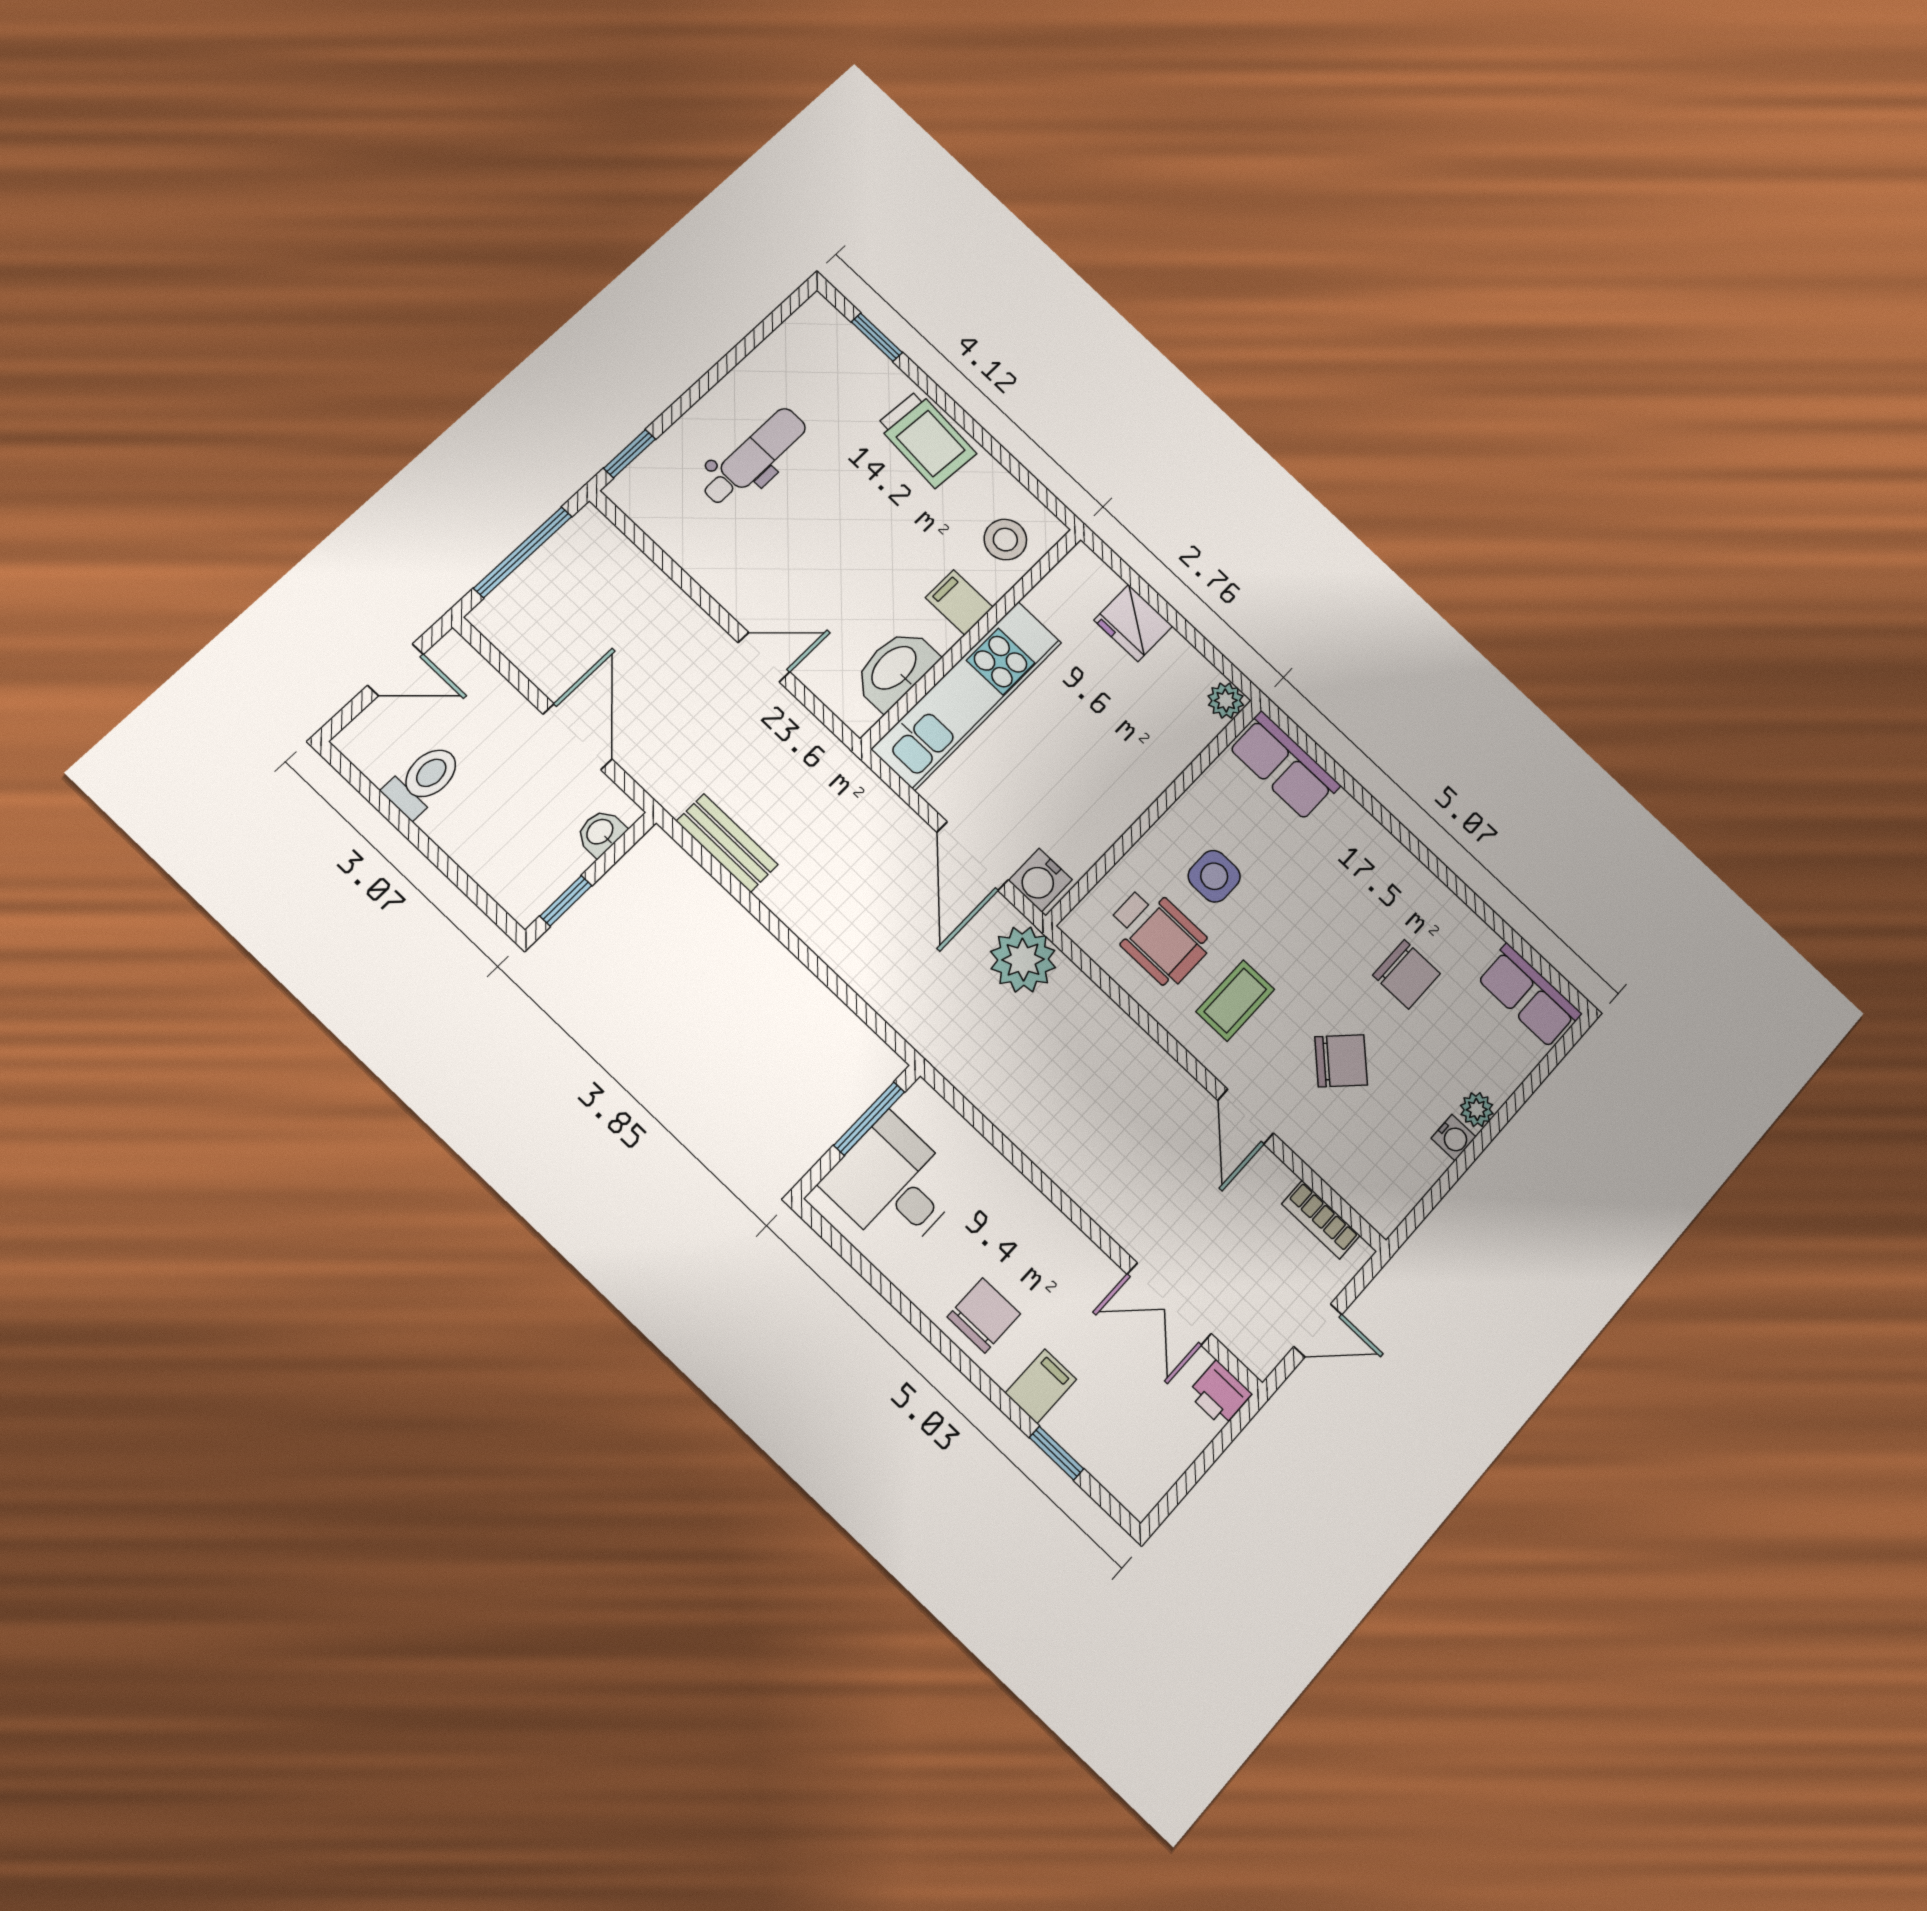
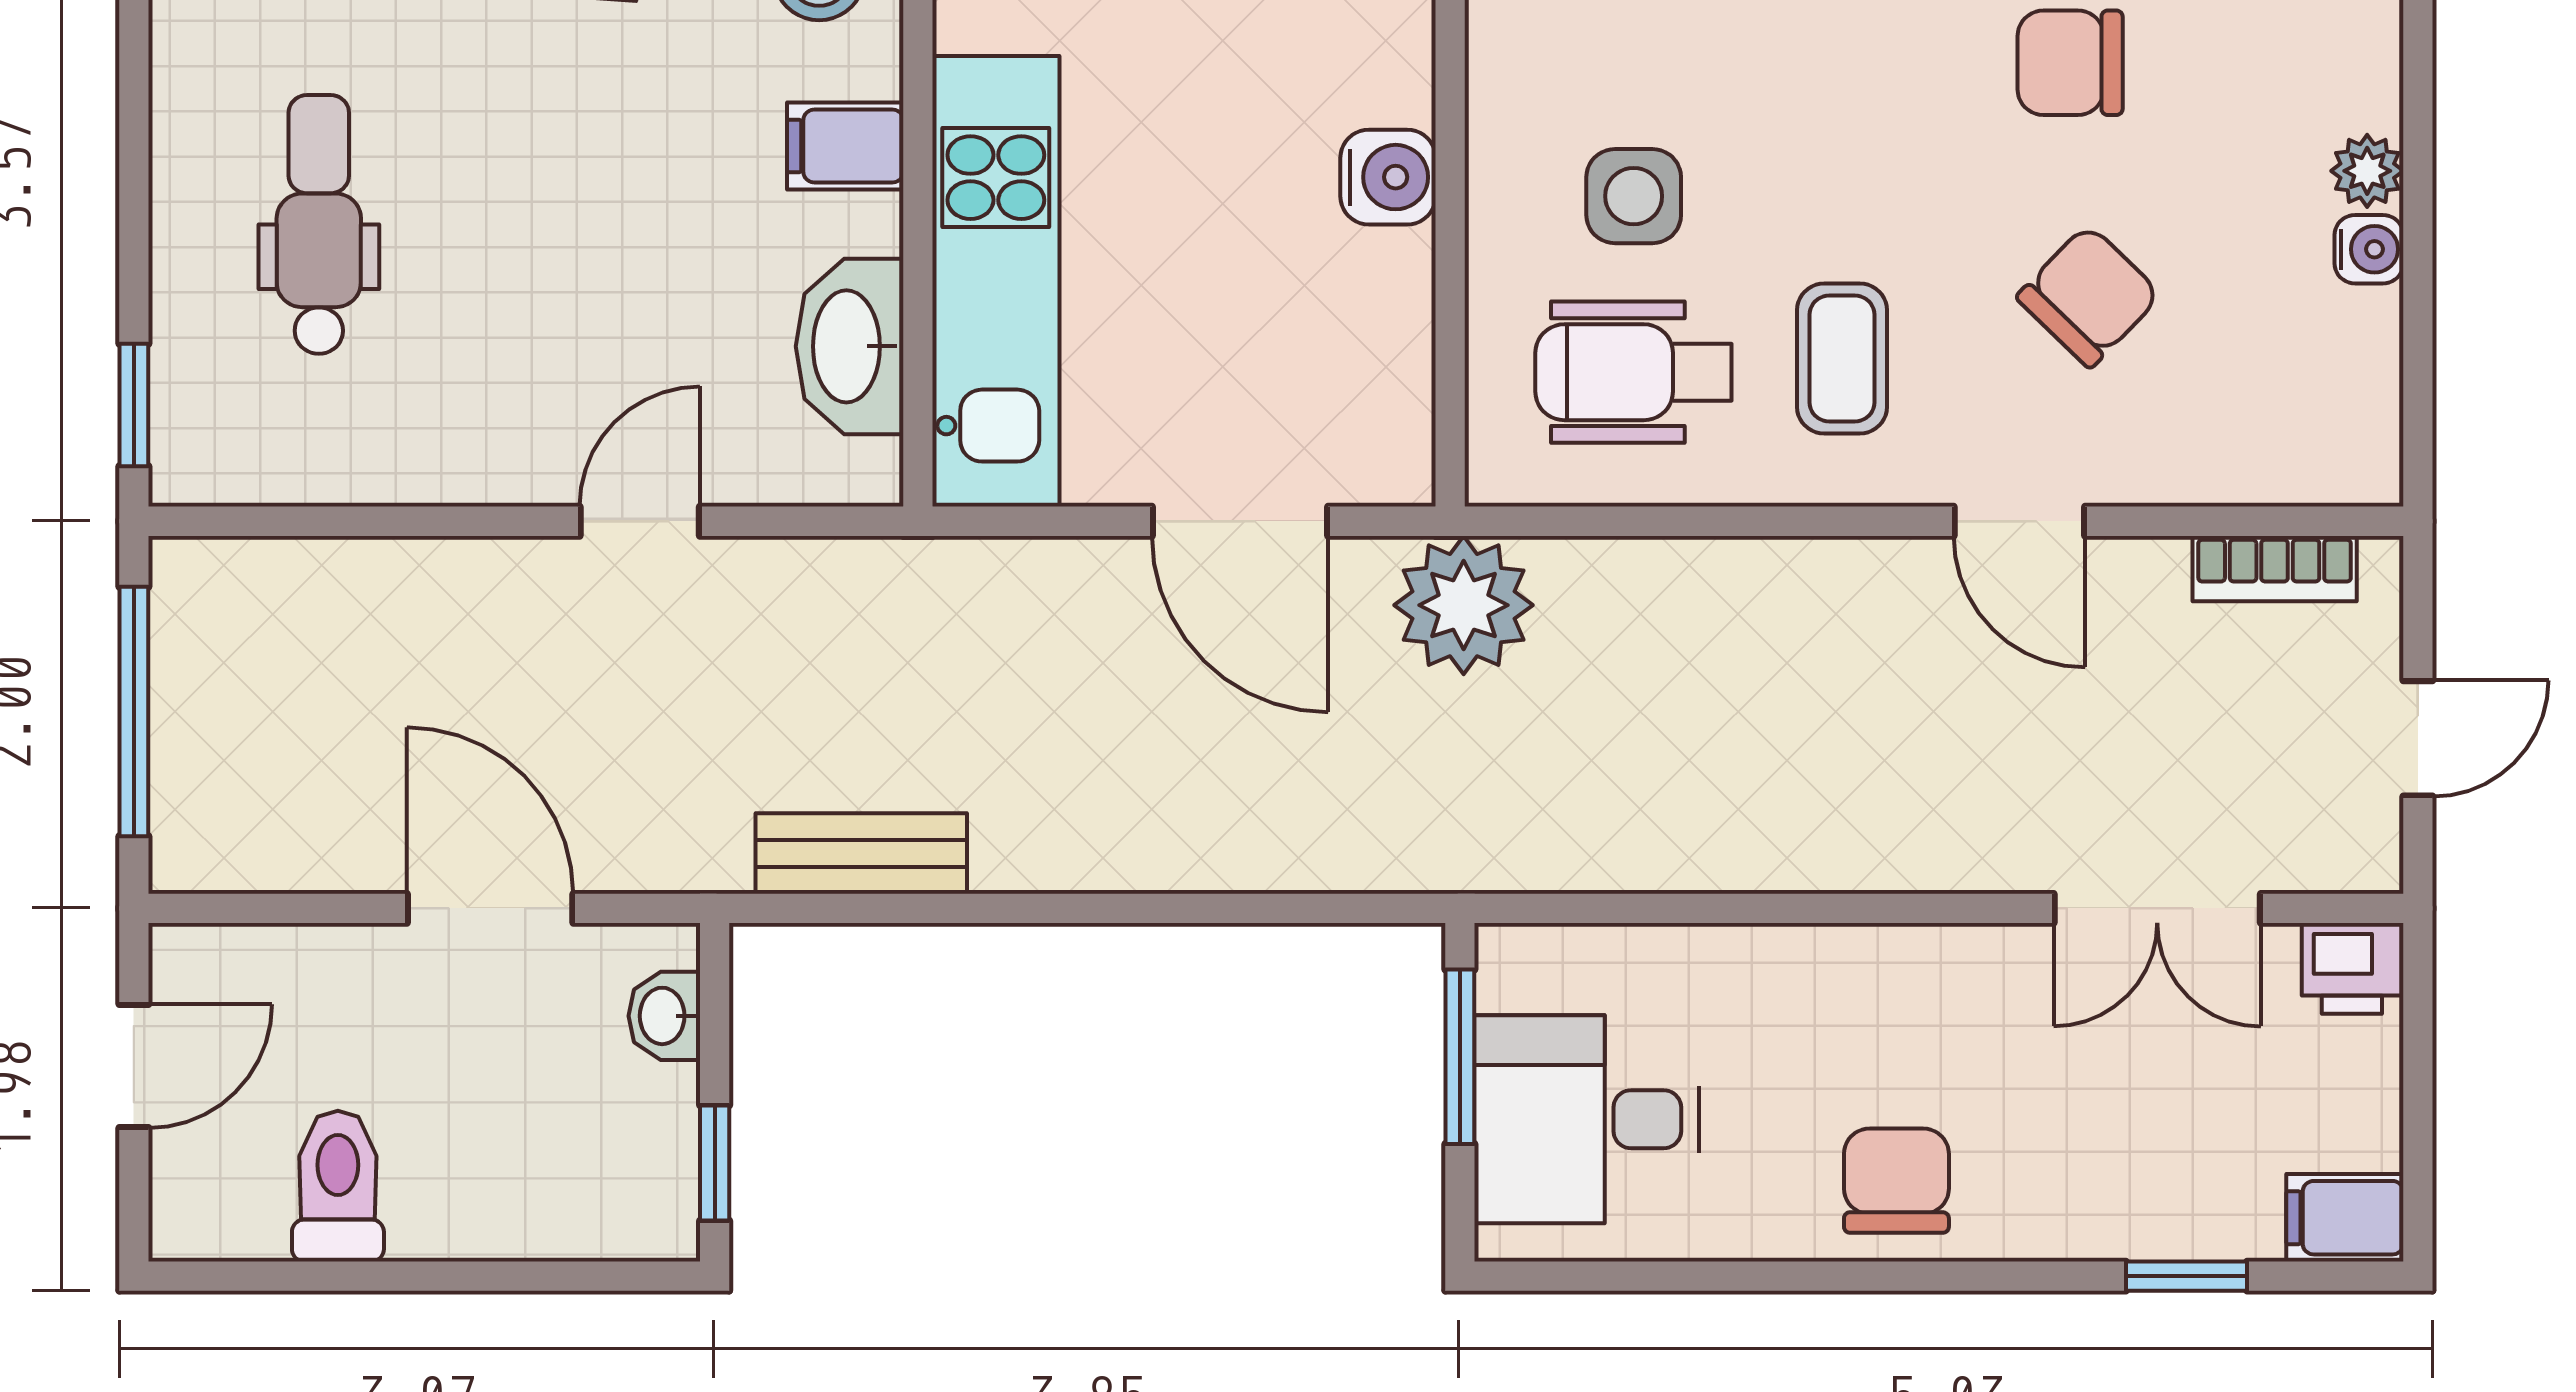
water cooler: (1040, 880) -> (1388, 177), moved, turned -90
wheelchair: (1158, 936) -> (1634, 372), turned 180
chair: (1406, 974) -> (2070, 63), turned 180
filing cabinet: (1041, 1386) -> (2345, 1218), moved, turned -90

